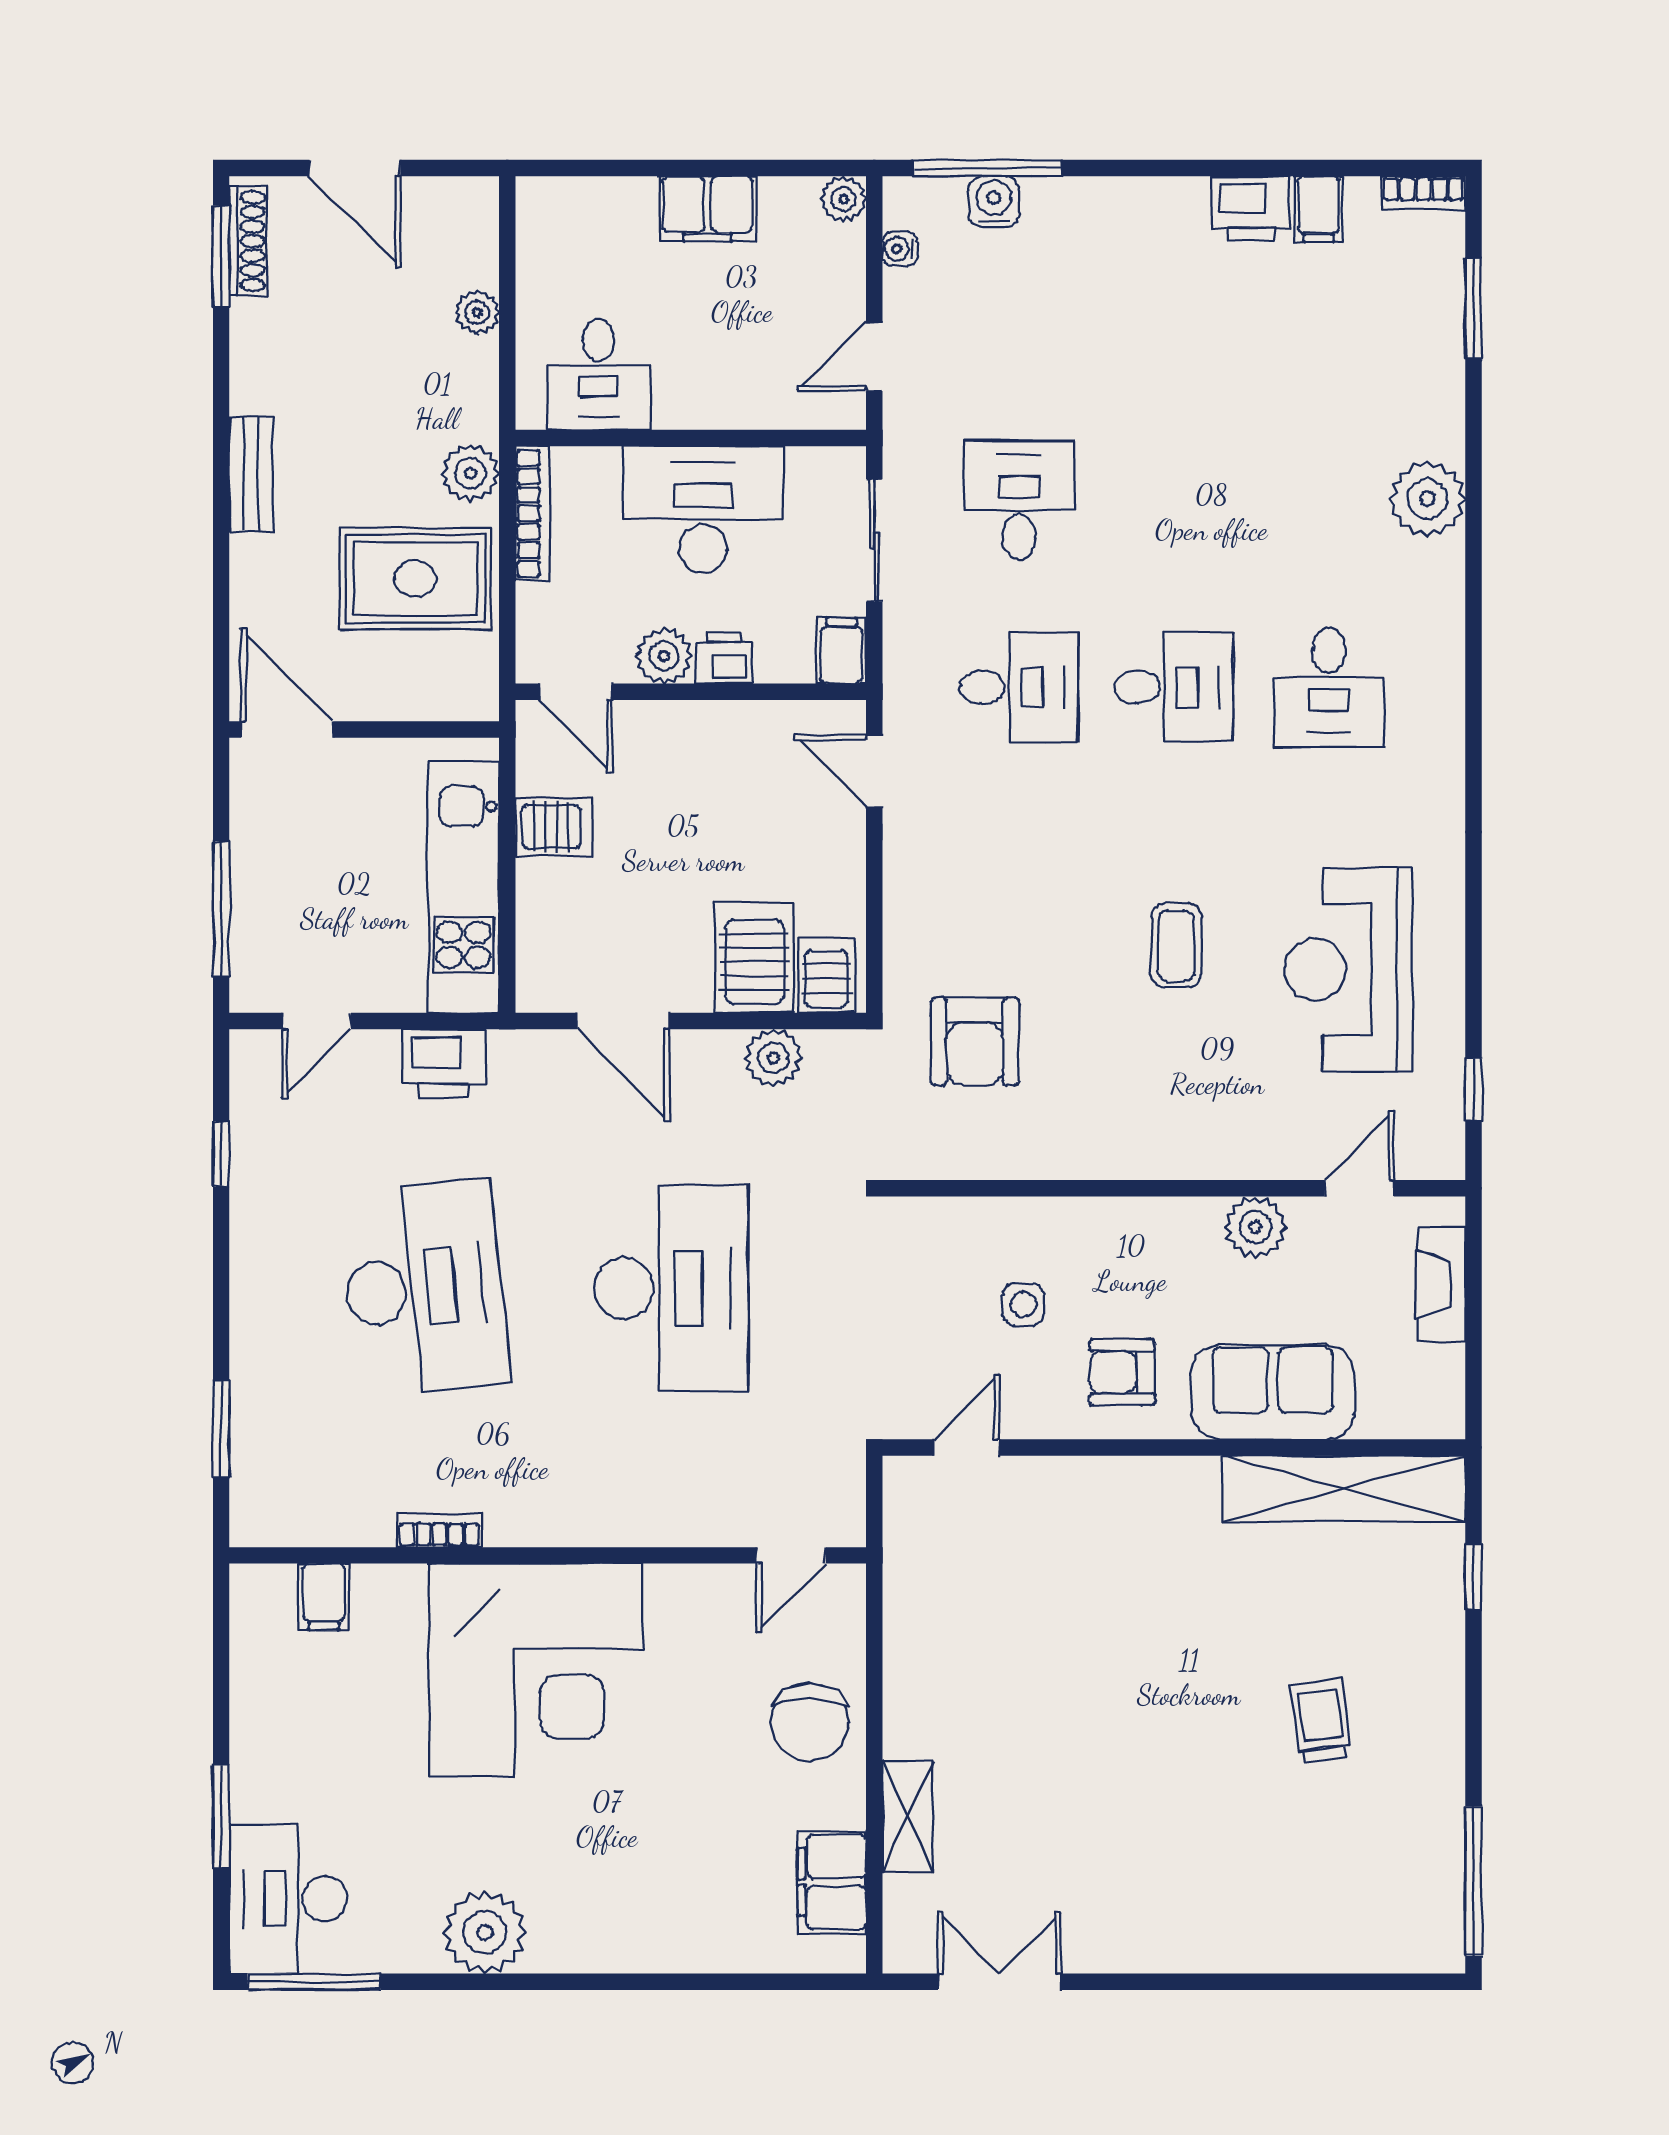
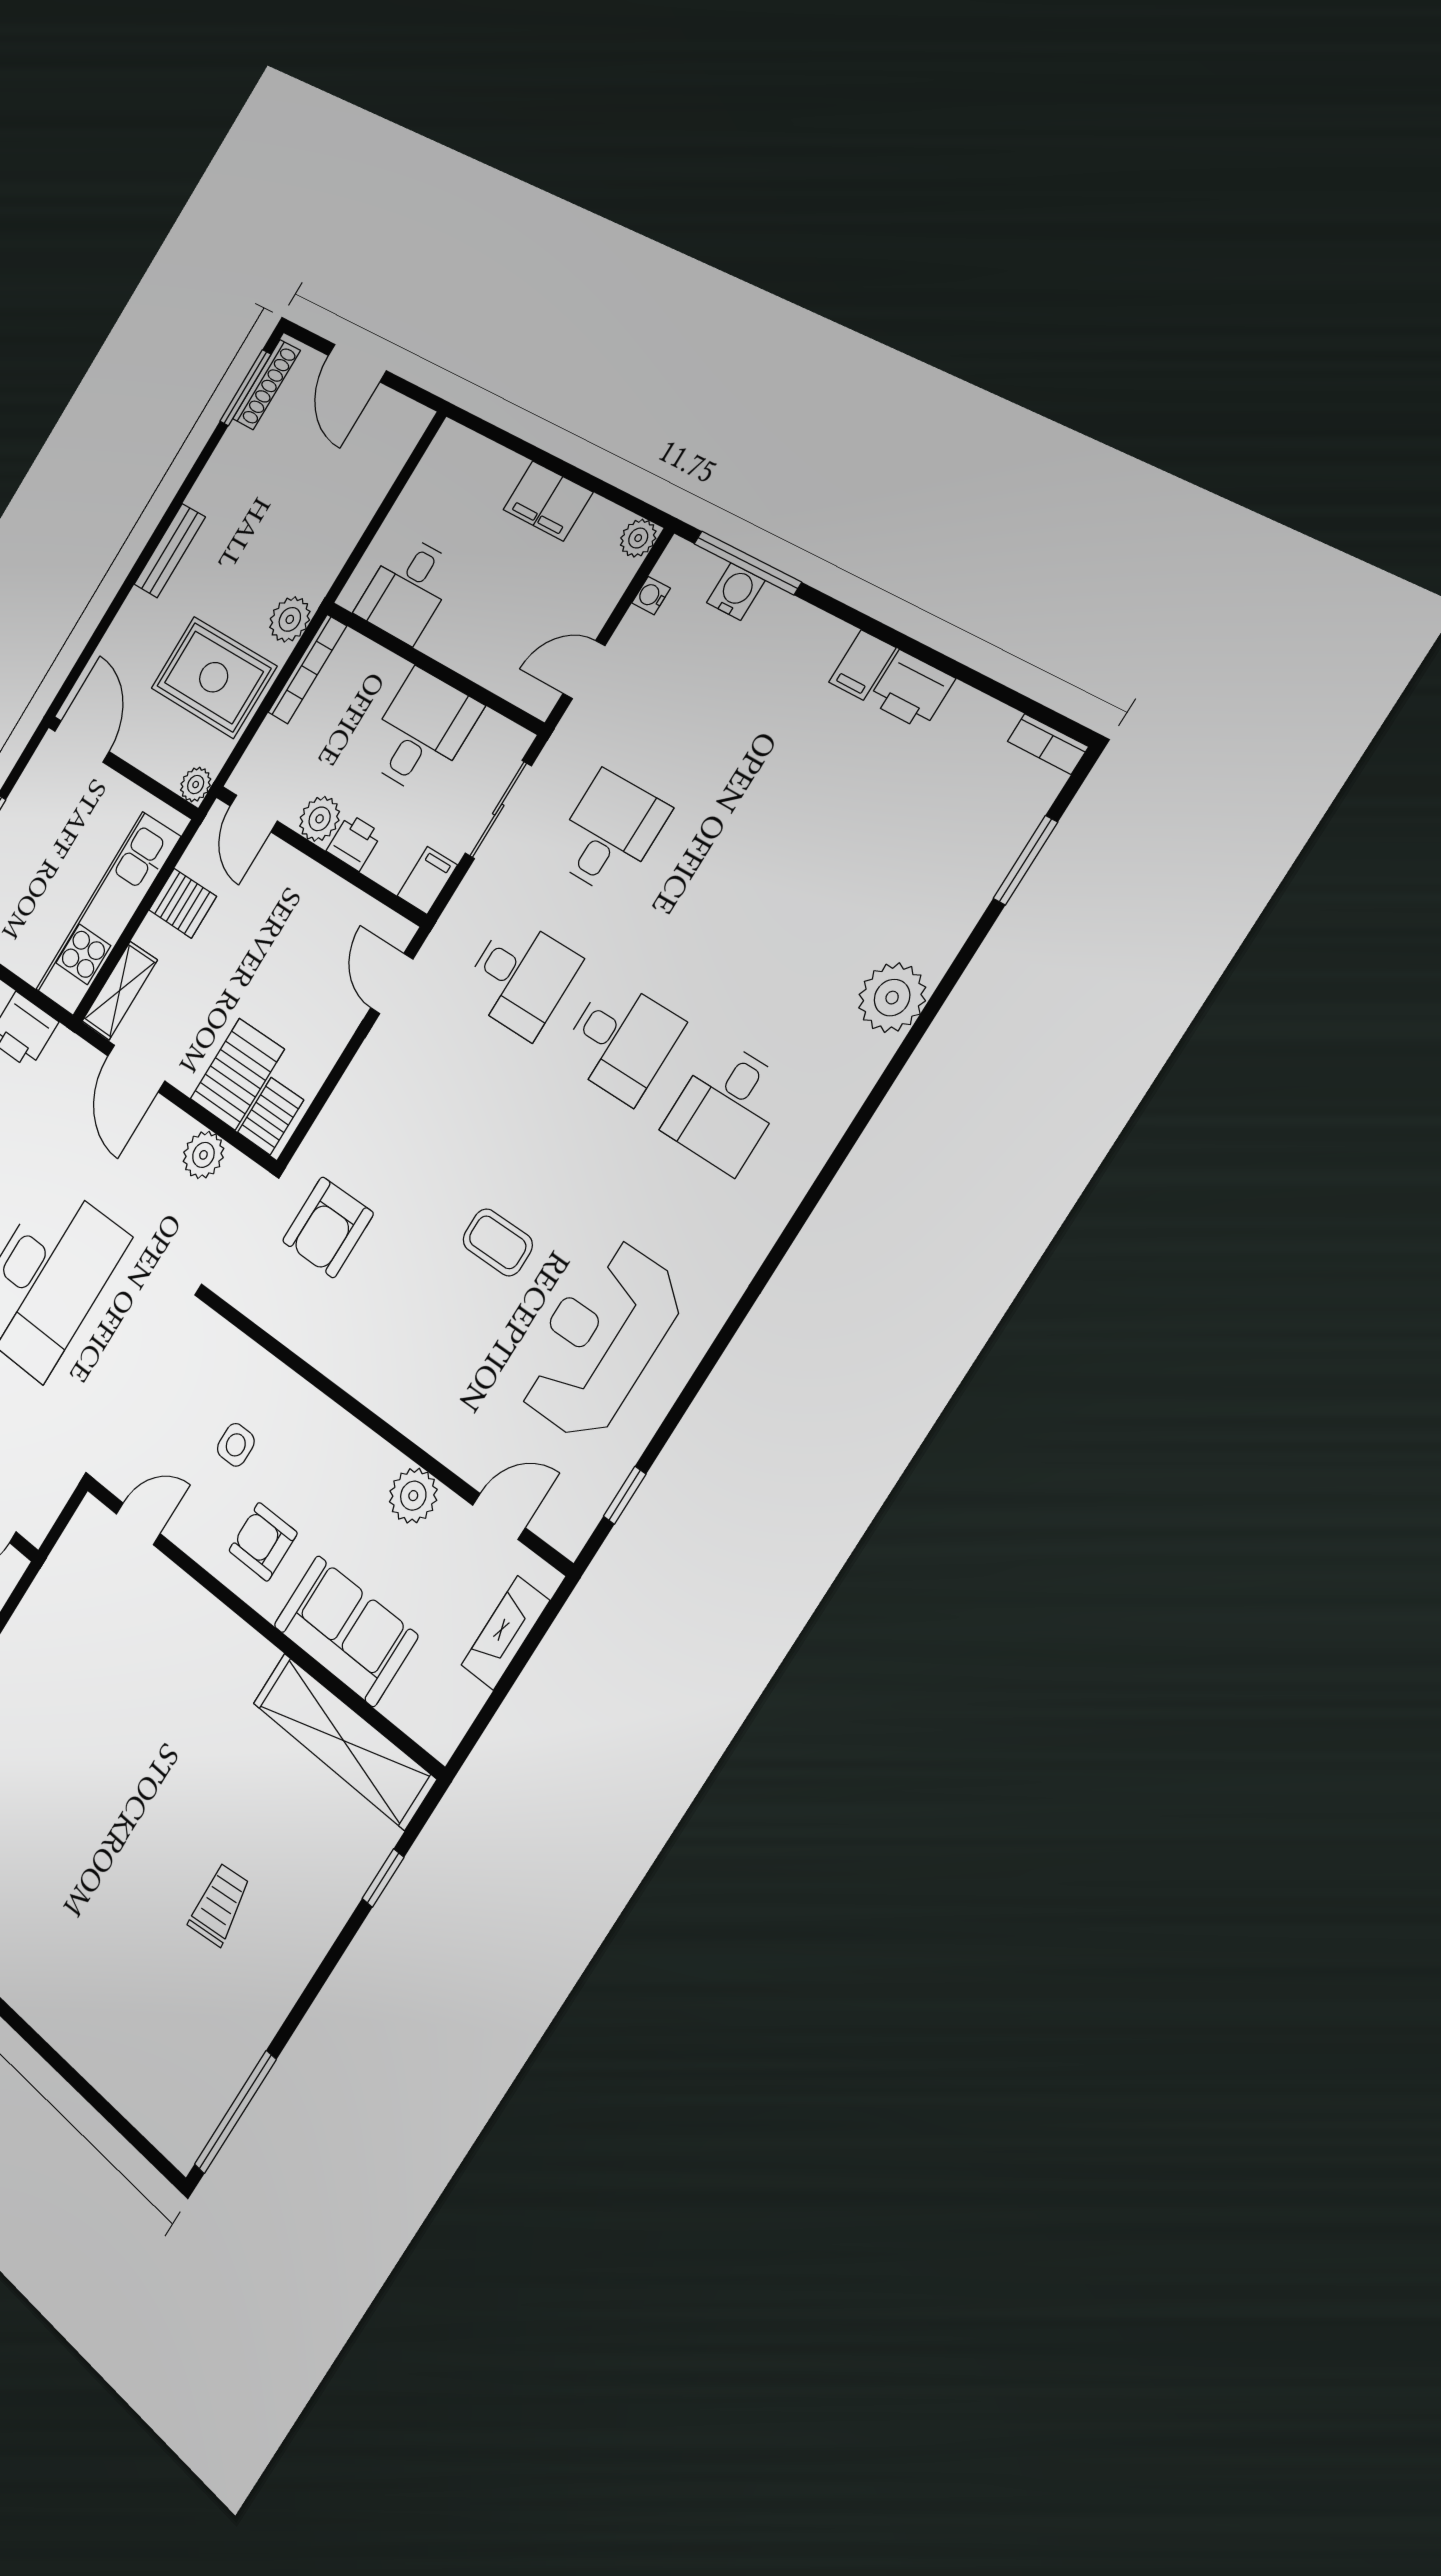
filing cabinet: (1318, 209) -> (862, 665), moved
plant: (477, 312) -> (196, 785), moved
desk: (703, 509) -> (421, 732), width x0.73
coffee table: (1176, 946) -> (498, 1242), turned 90
shelving: (541, 956) -> (120, 991), added

